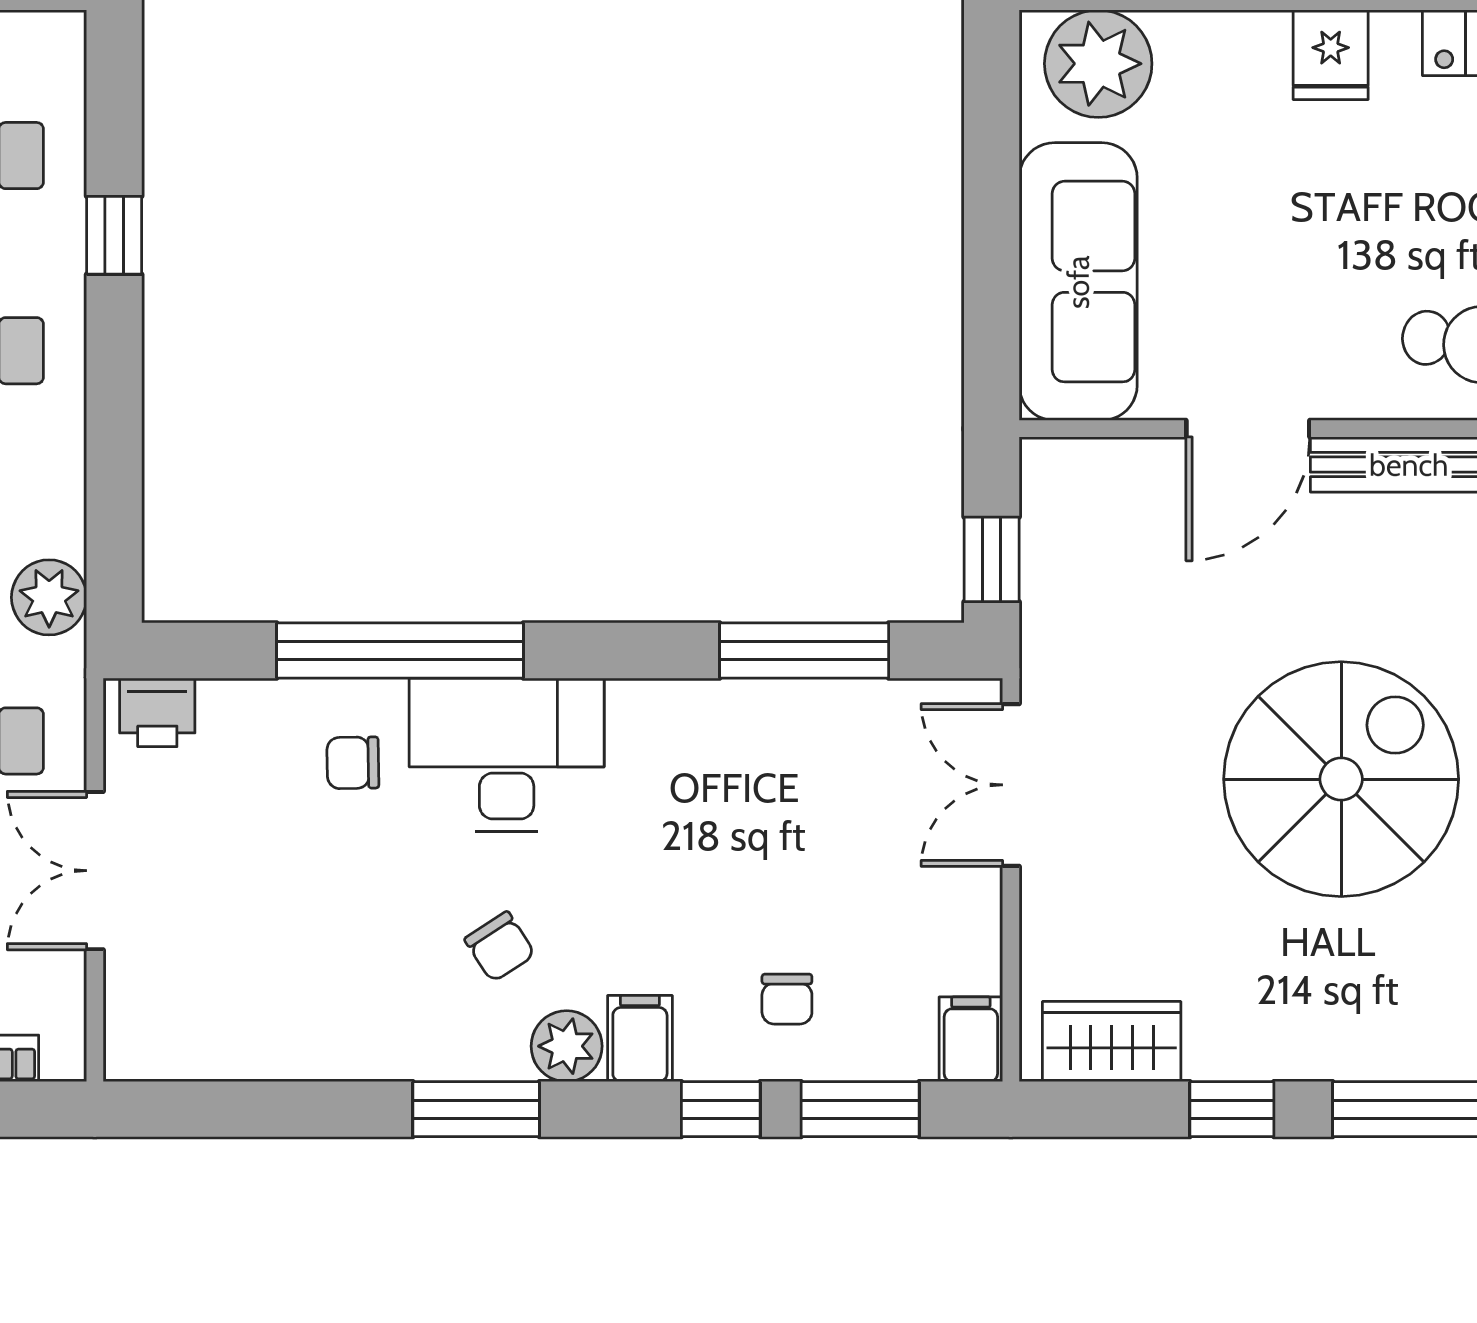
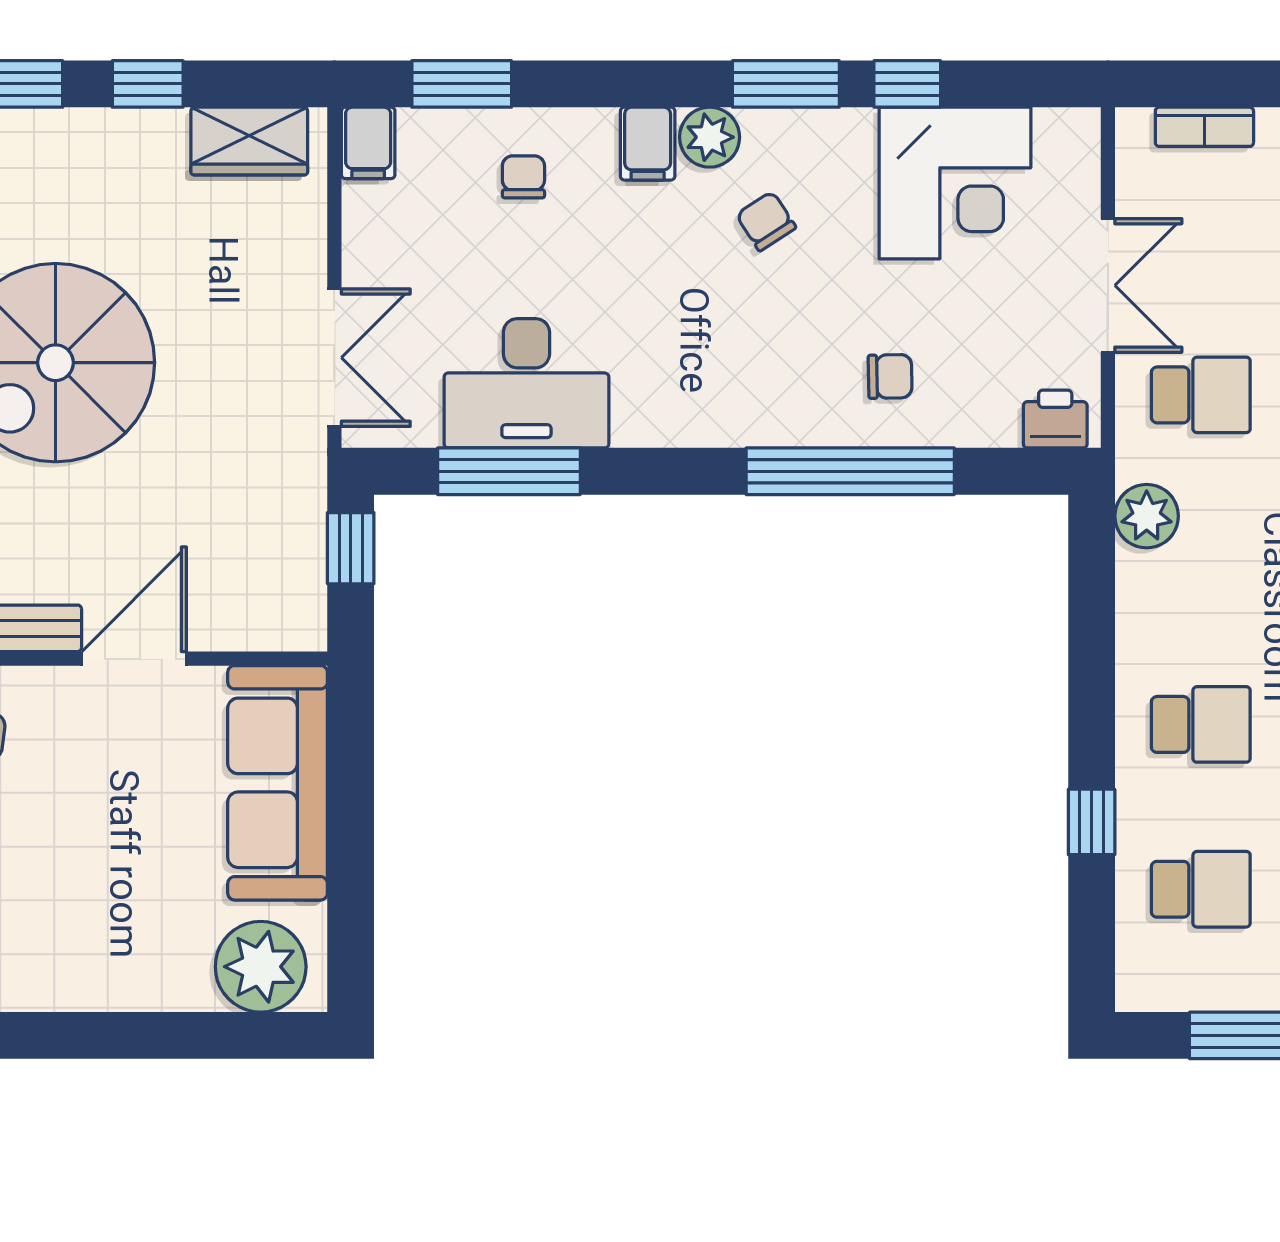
fridge: (1331, 55) -> (64, 974), removed
desk: (507, 755) -> (526, 383), moved
corner desk: (276, 992) -> (955, 183), added
window: (721, 1109) -> (907, 84), moved

